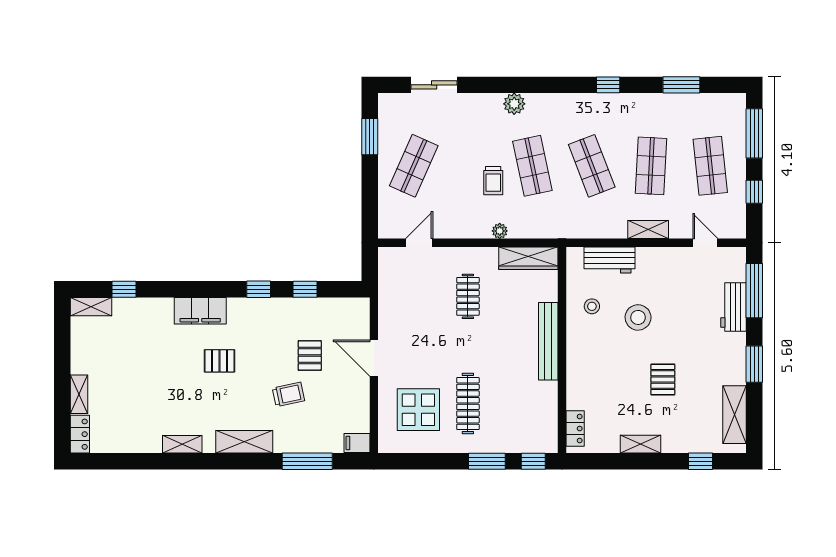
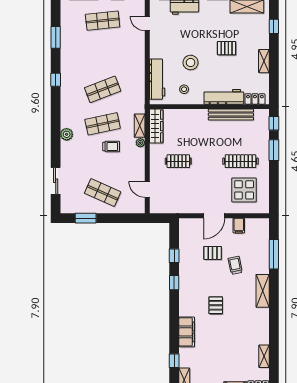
shop shelf: (651, 166) -> (103, 55), removed
shelving: (648, 230) -> (140, 126), moved
door: (705, 243) -> (147, 23), hinge flipped
workbench: (609, 260) -> (157, 79), width x1.38
filing cabinet: (200, 311) -> (187, 332), moved
bench: (548, 341) -> (231, 115), moved
workbench: (579, 375) -> (224, 97), added
filing cabinet: (357, 443) -> (239, 226), moved
shelving: (182, 444) -> (264, 356), moved

